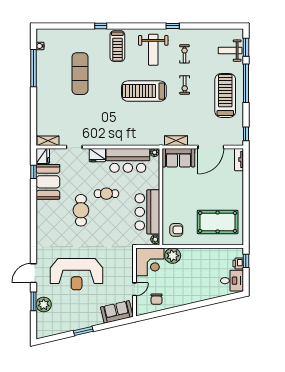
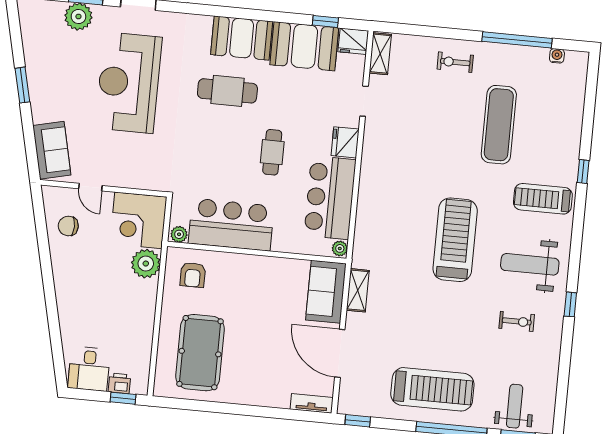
exercise mat: (80, 74) -> (499, 125), turned 90
exercise bike: (185, 85) -> (455, 62), moved
cafe table: (81, 210) -> (227, 91), moved
booth: (47, 216) -> (242, 38), added

